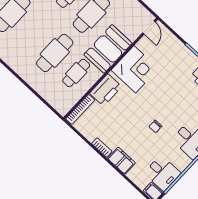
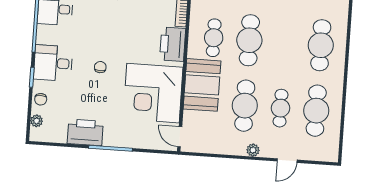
corner desk: (135, 69) -> (153, 93), width x1.36, depth x1.36
chair: (155, 126) -> (100, 67), moved

